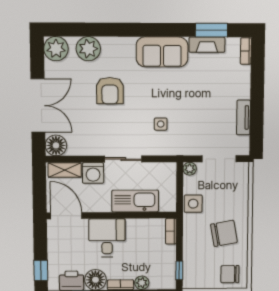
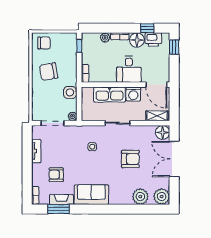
armchair: (214, 82) -> (56, 175), added
armchair: (110, 91) -> (130, 159), moved, turned 90
washing machine: (93, 173) -> (133, 94), moved, turned 180

